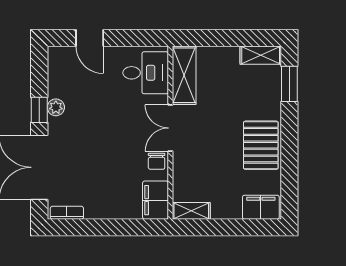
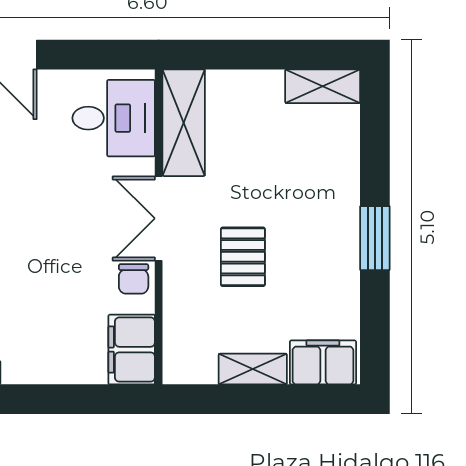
window: (289, 84) -> (375, 238), moved
pallet: (261, 145) -> (243, 257), moved, width x0.67, depth x0.71
shelving: (191, 211) -> (253, 369), moved

